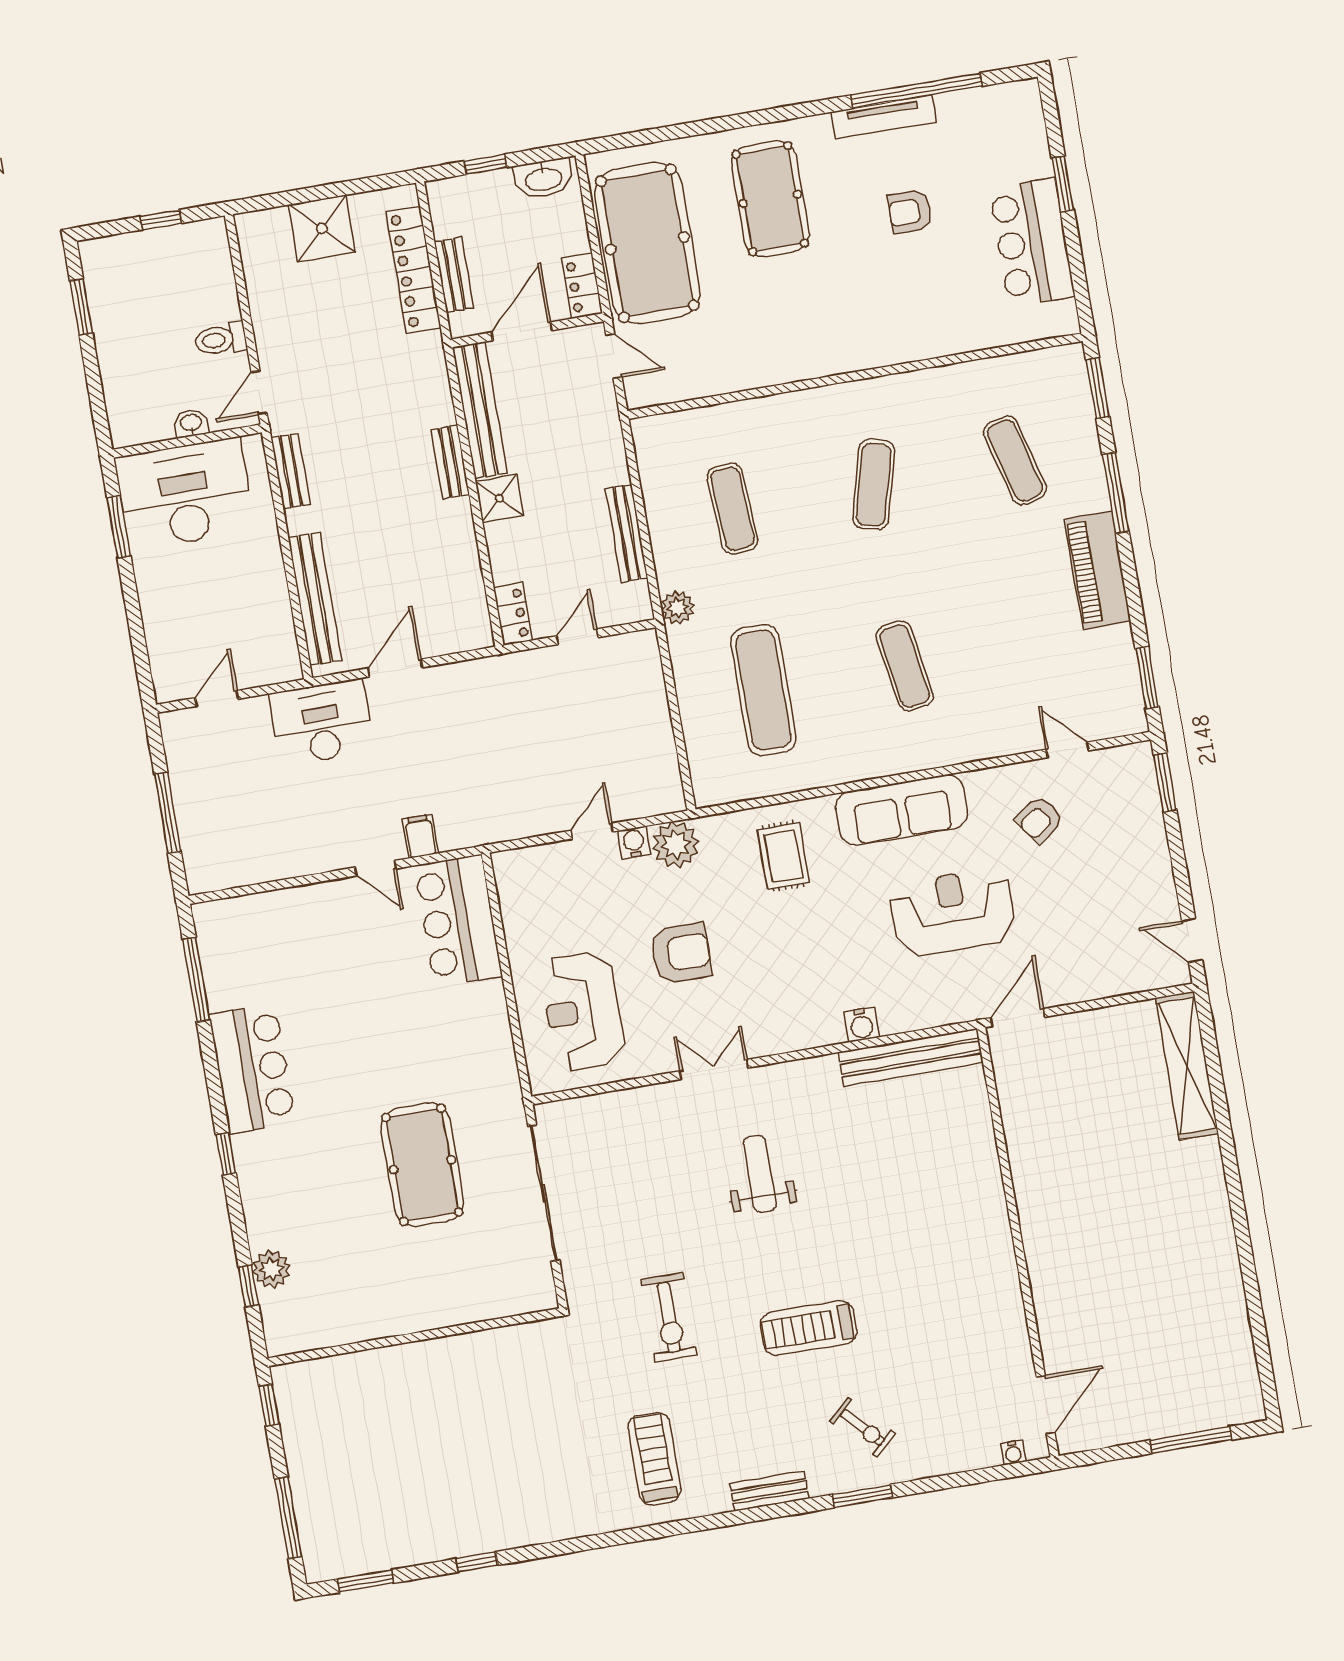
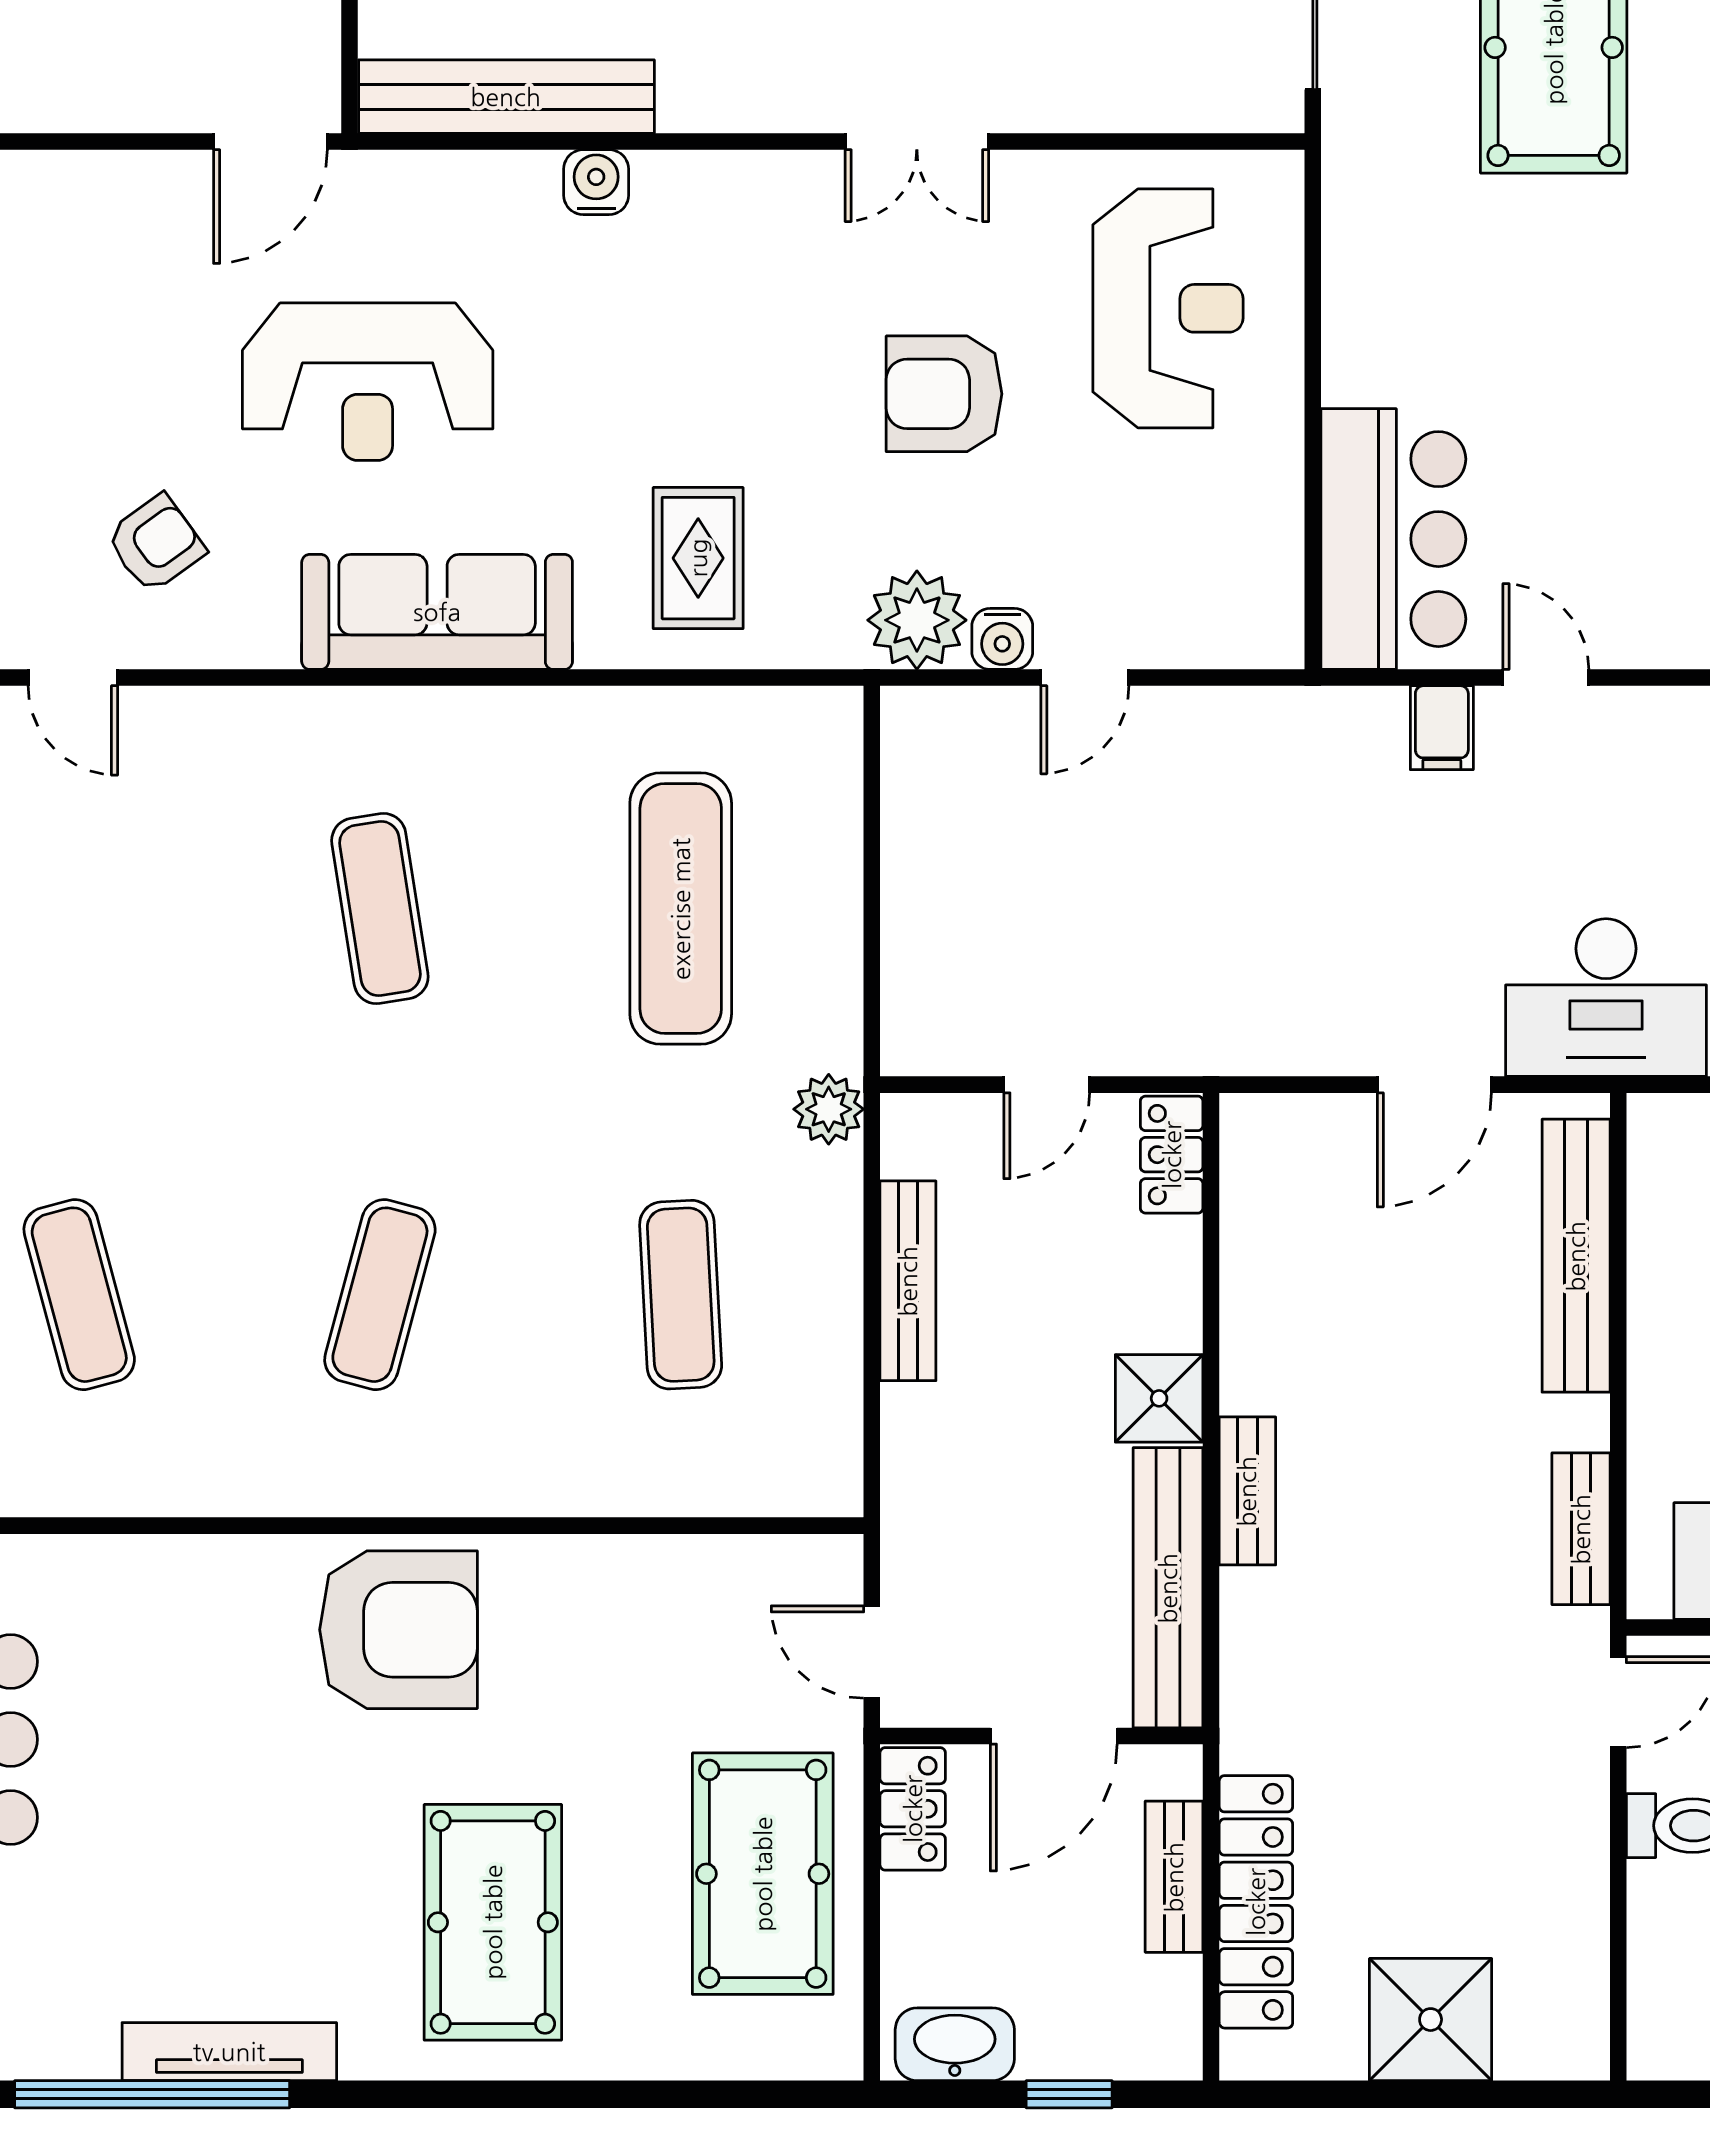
armchair: (910, 212) -> (398, 1630), moved, width x1.88, depth x1.88
pool table: (647, 243) -> (763, 1874), width x0.73, depth x0.76

